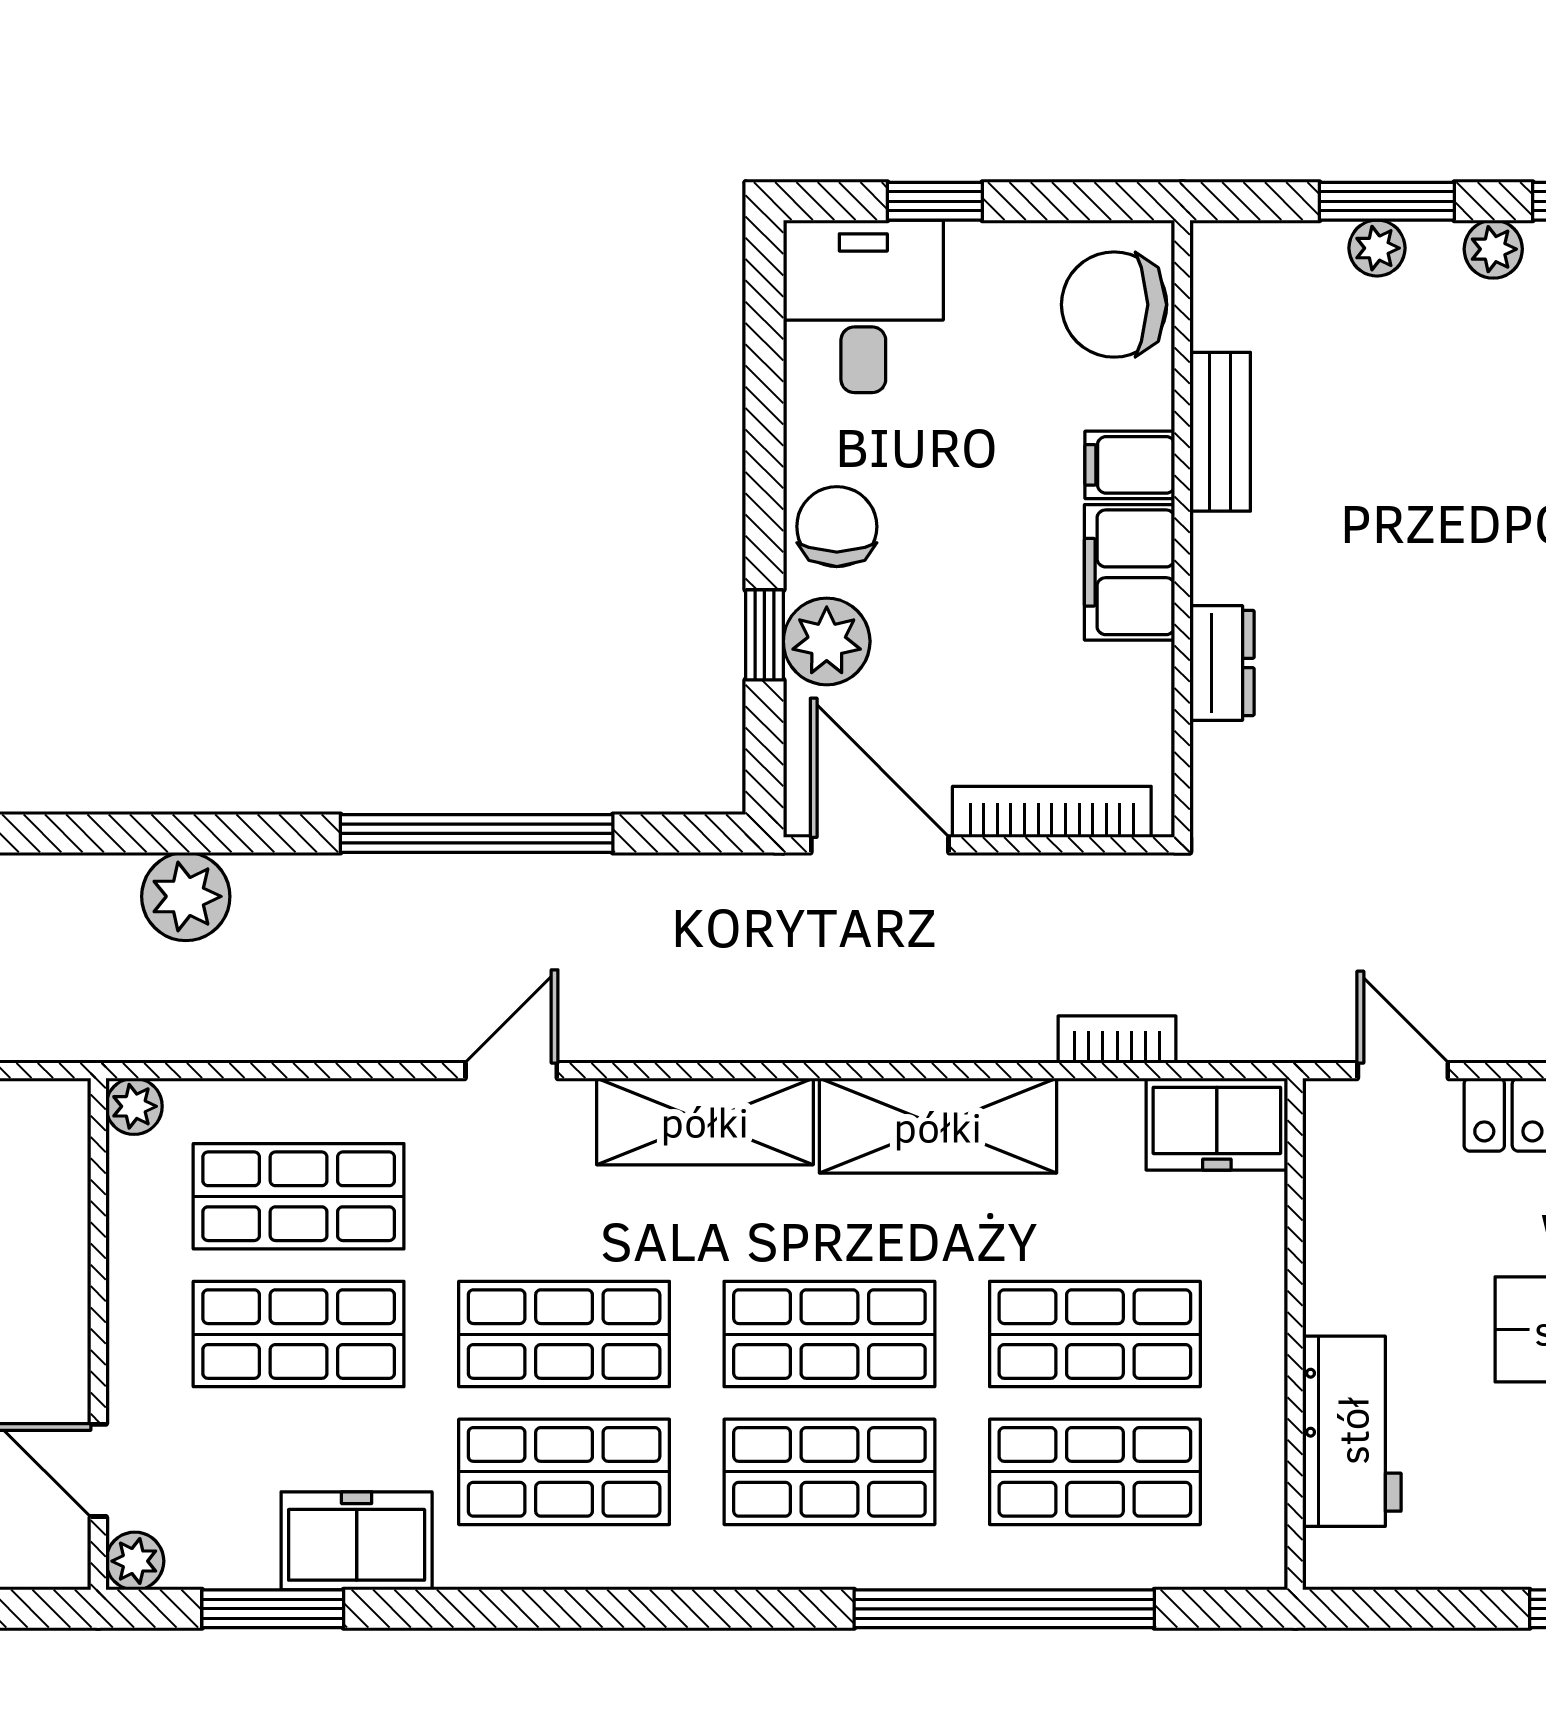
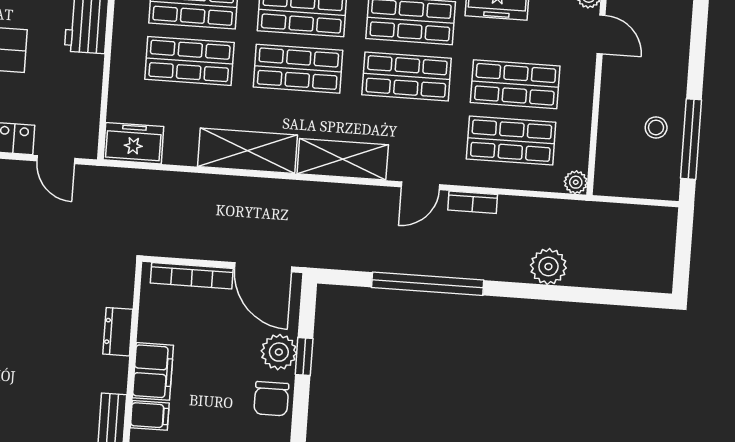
bookcase: (1117, 1039) -> (473, 202), moved

